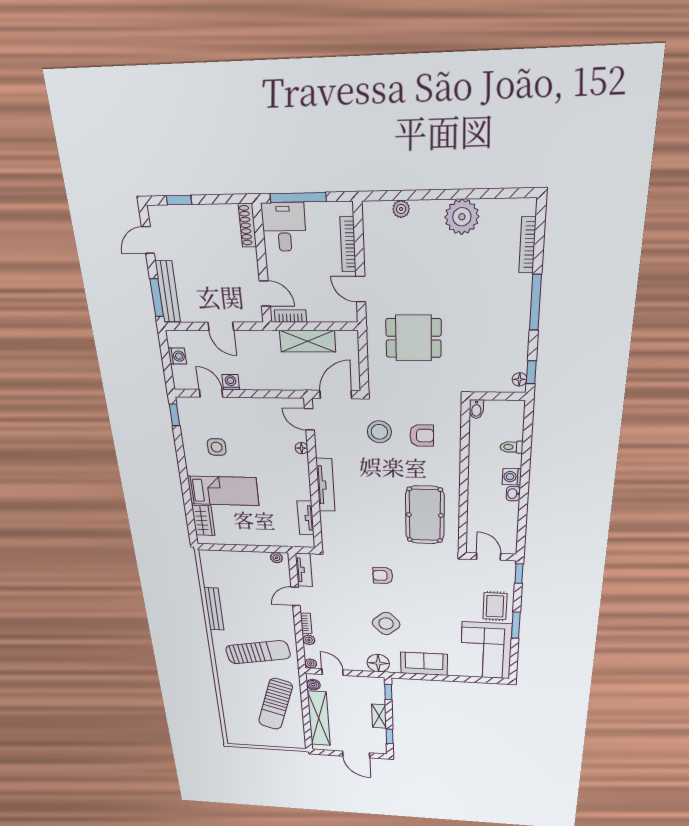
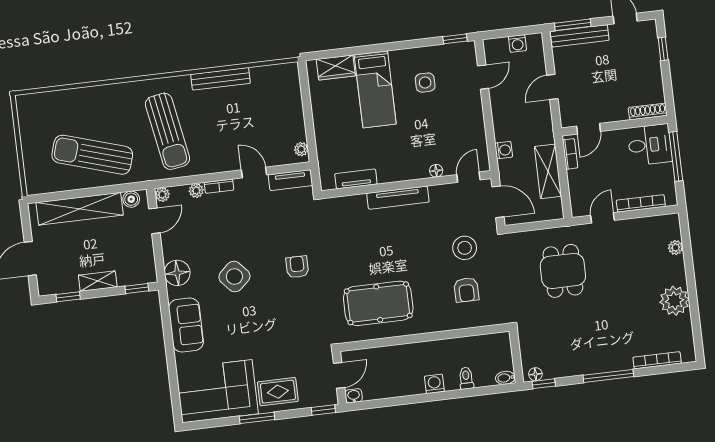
washing machine: (231, 382) -> (504, 150), moved
bidet: (476, 409) -> (505, 378), moved
washbasin: (513, 494) -> (354, 396), moved

